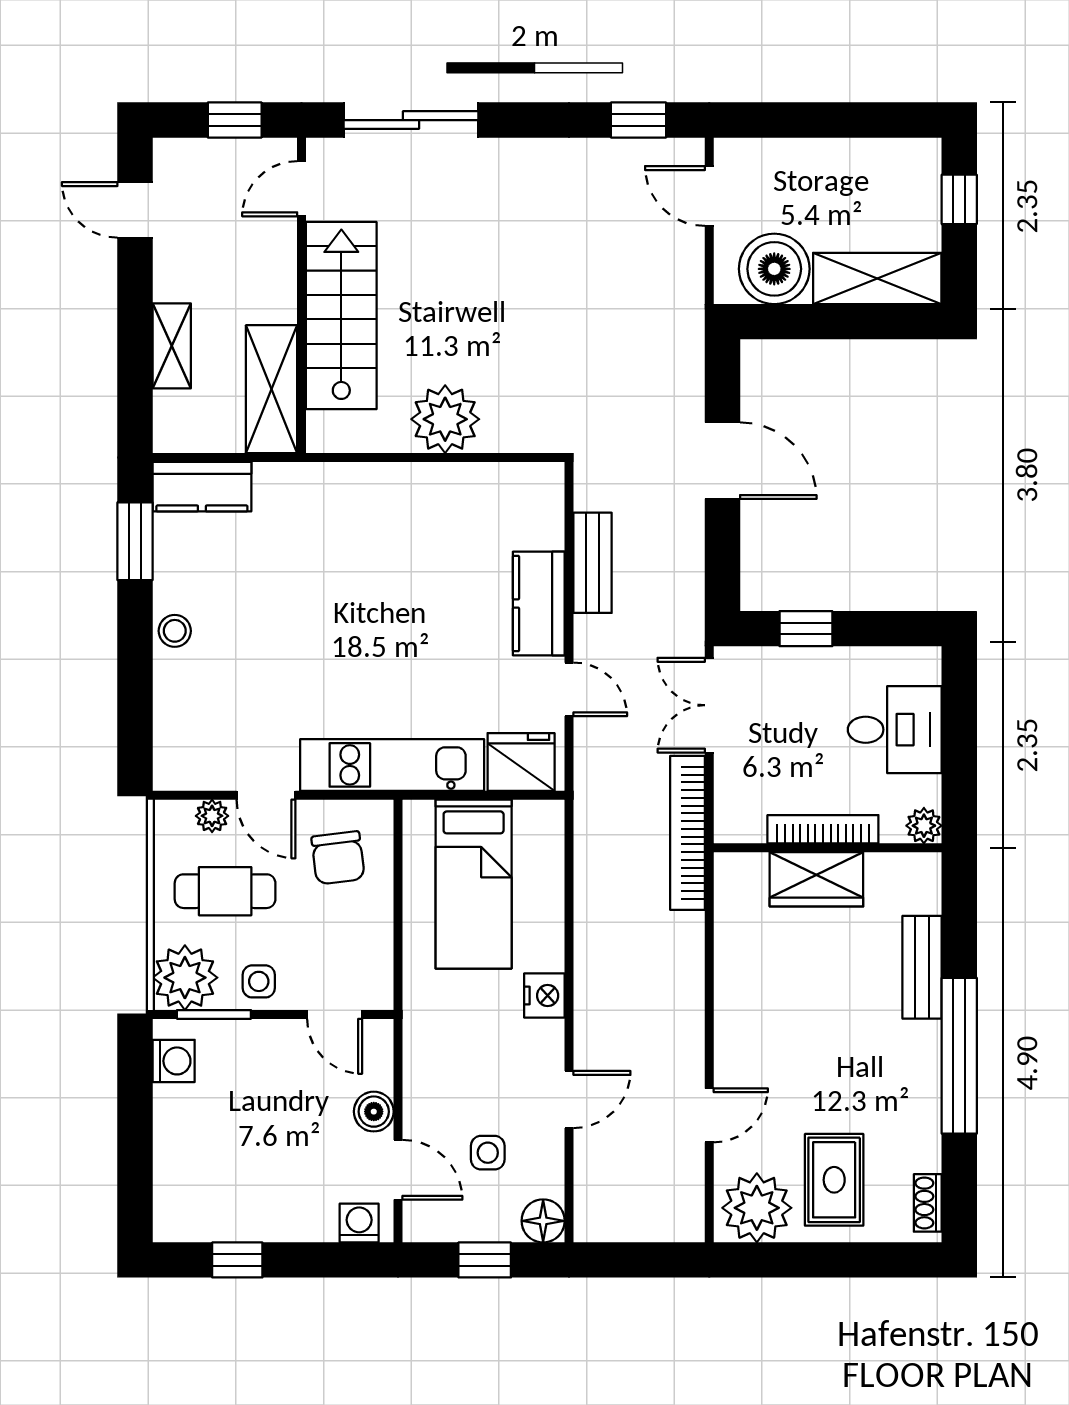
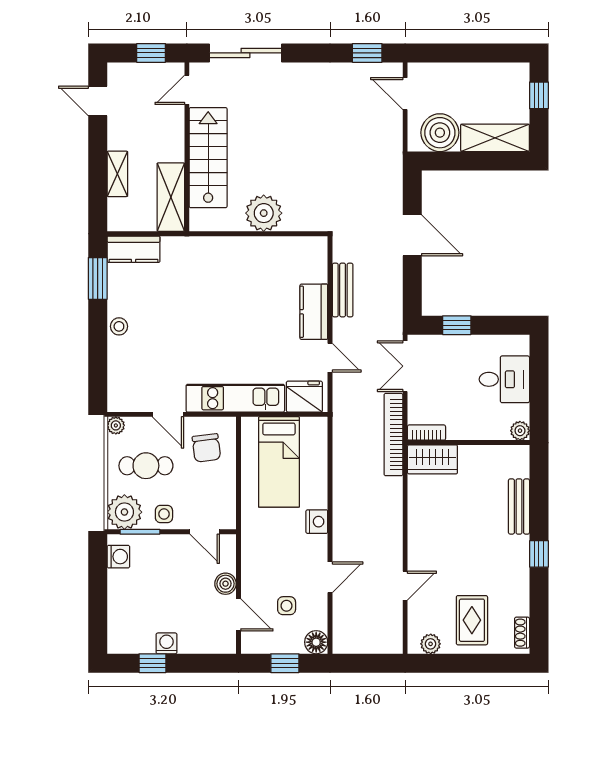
plant: (212, 816) -> (116, 425), moved
bookcase: (823, 829) -> (426, 433), moved, width x0.64
wardrobe: (816, 879) -> (432, 459), moved
window: (959, 1056) -> (539, 554), width x0.32
plant: (757, 1208) -> (431, 644), width x0.53, depth x0.53
washing machine: (359, 1223) -> (167, 643), moved

